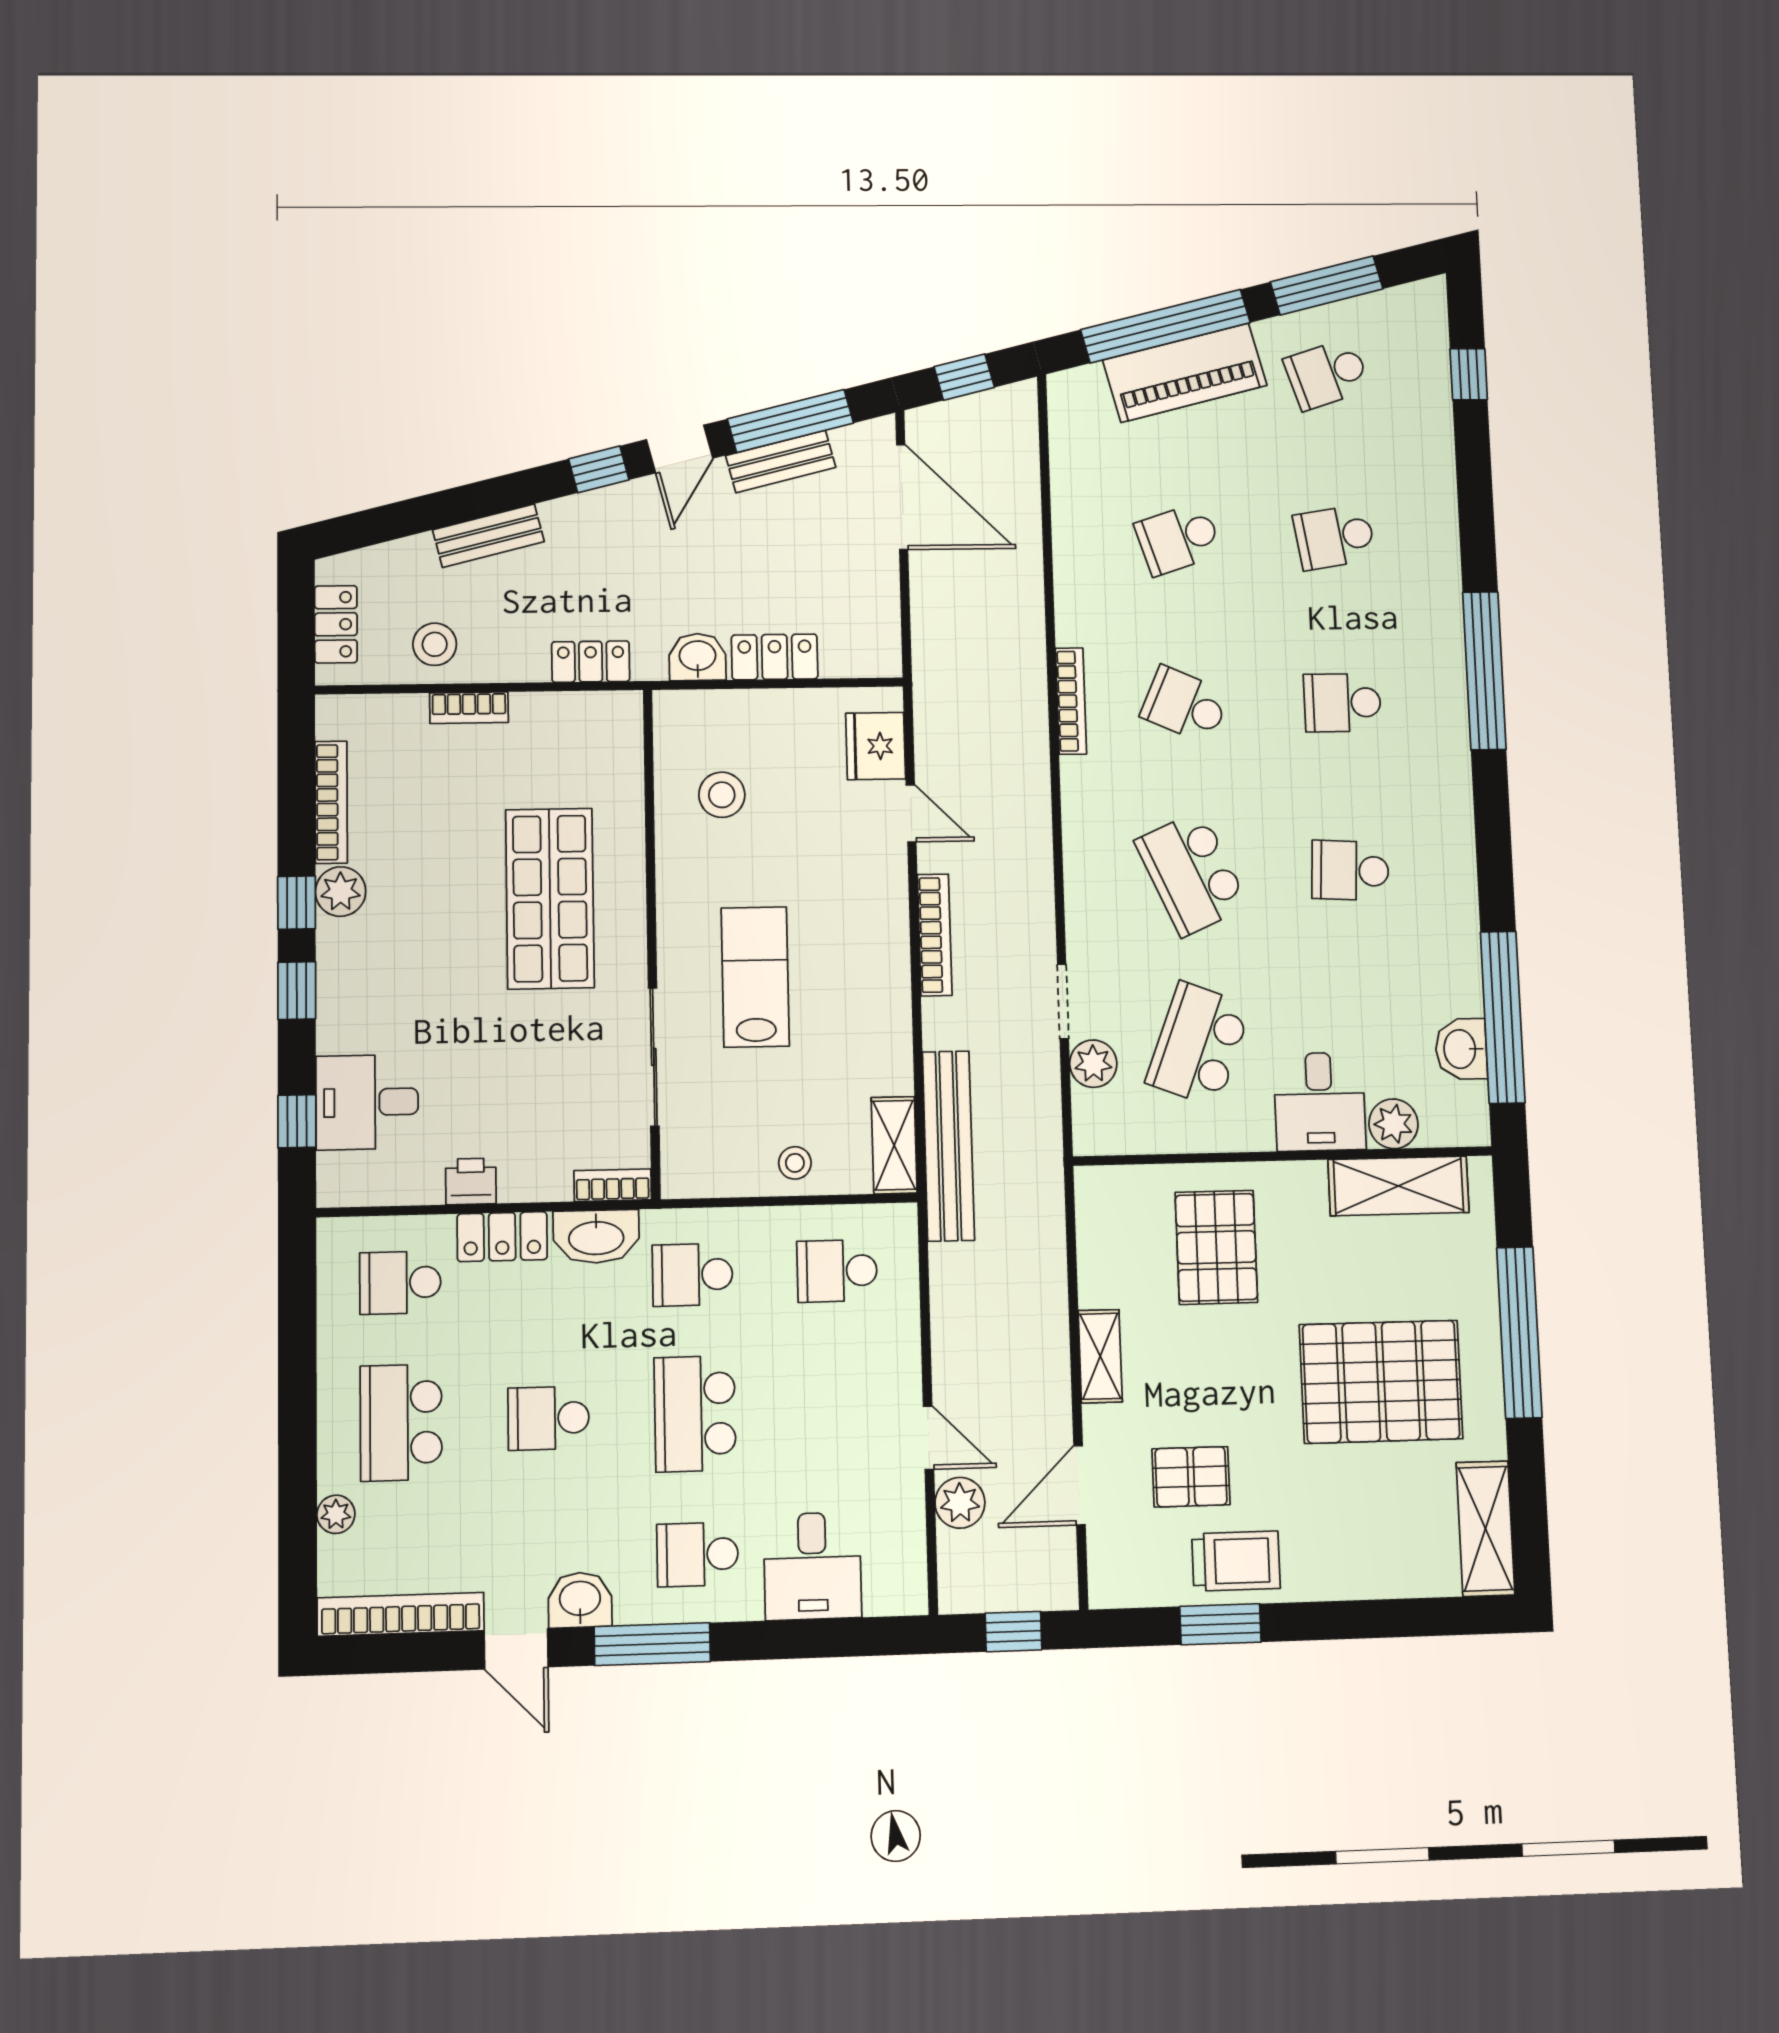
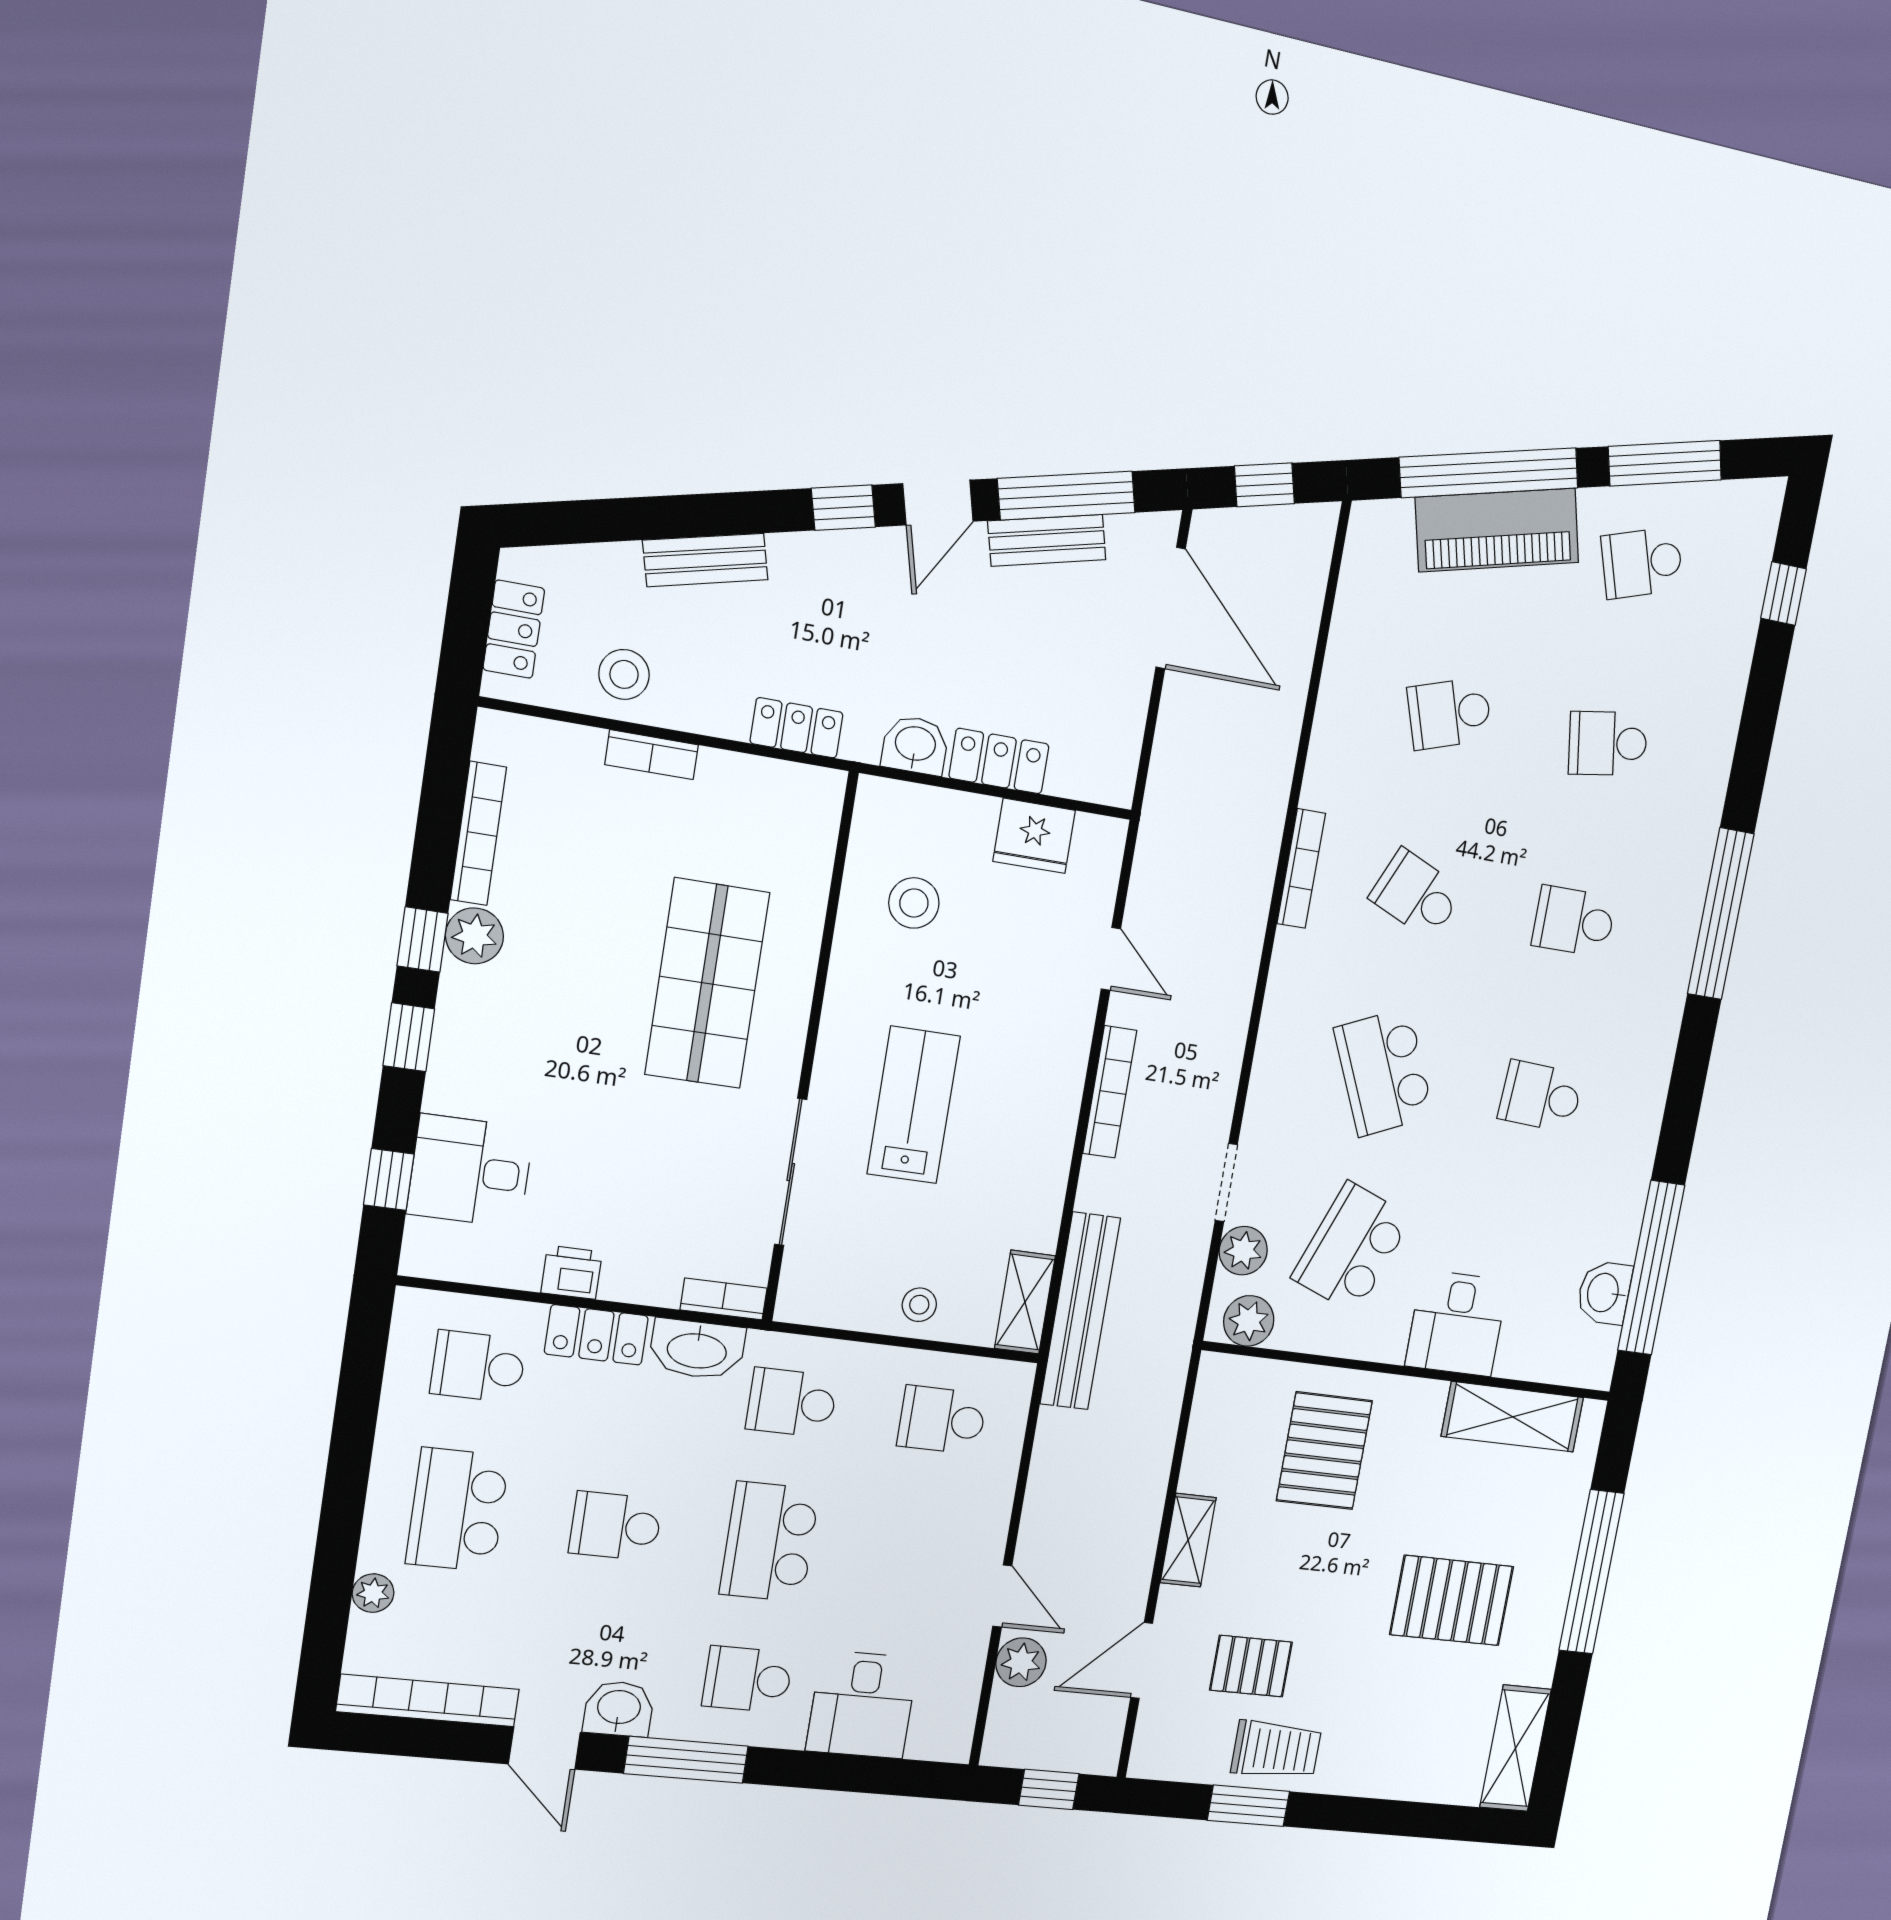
fridge: (876, 746) -> (1034, 836), moved, turned -90
plant: (1393, 1124) -> (1249, 1321), moved
pallet: (1381, 1382) -> (1452, 1600), width x0.73, depth x0.71

